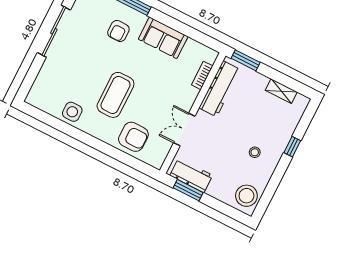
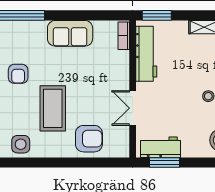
armchair: (118, 31) -> (18, 74), moved
bookcase: (202, 75) -> (124, 36), moved

